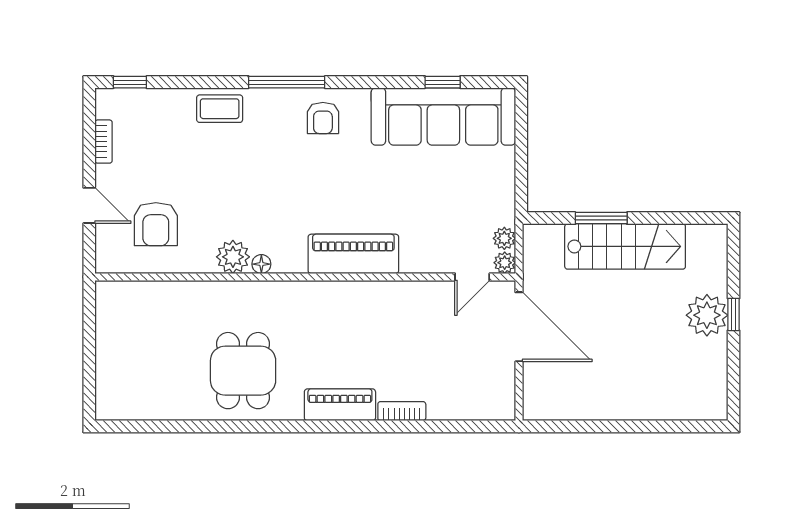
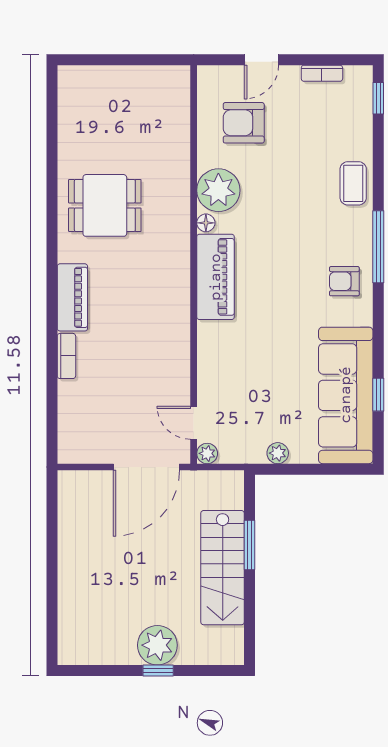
plant: (504, 238) -> (278, 453), moved
piano: (353, 254) -> (216, 277), moved
plant: (233, 257) -> (218, 190), width x1.36, depth x1.36

